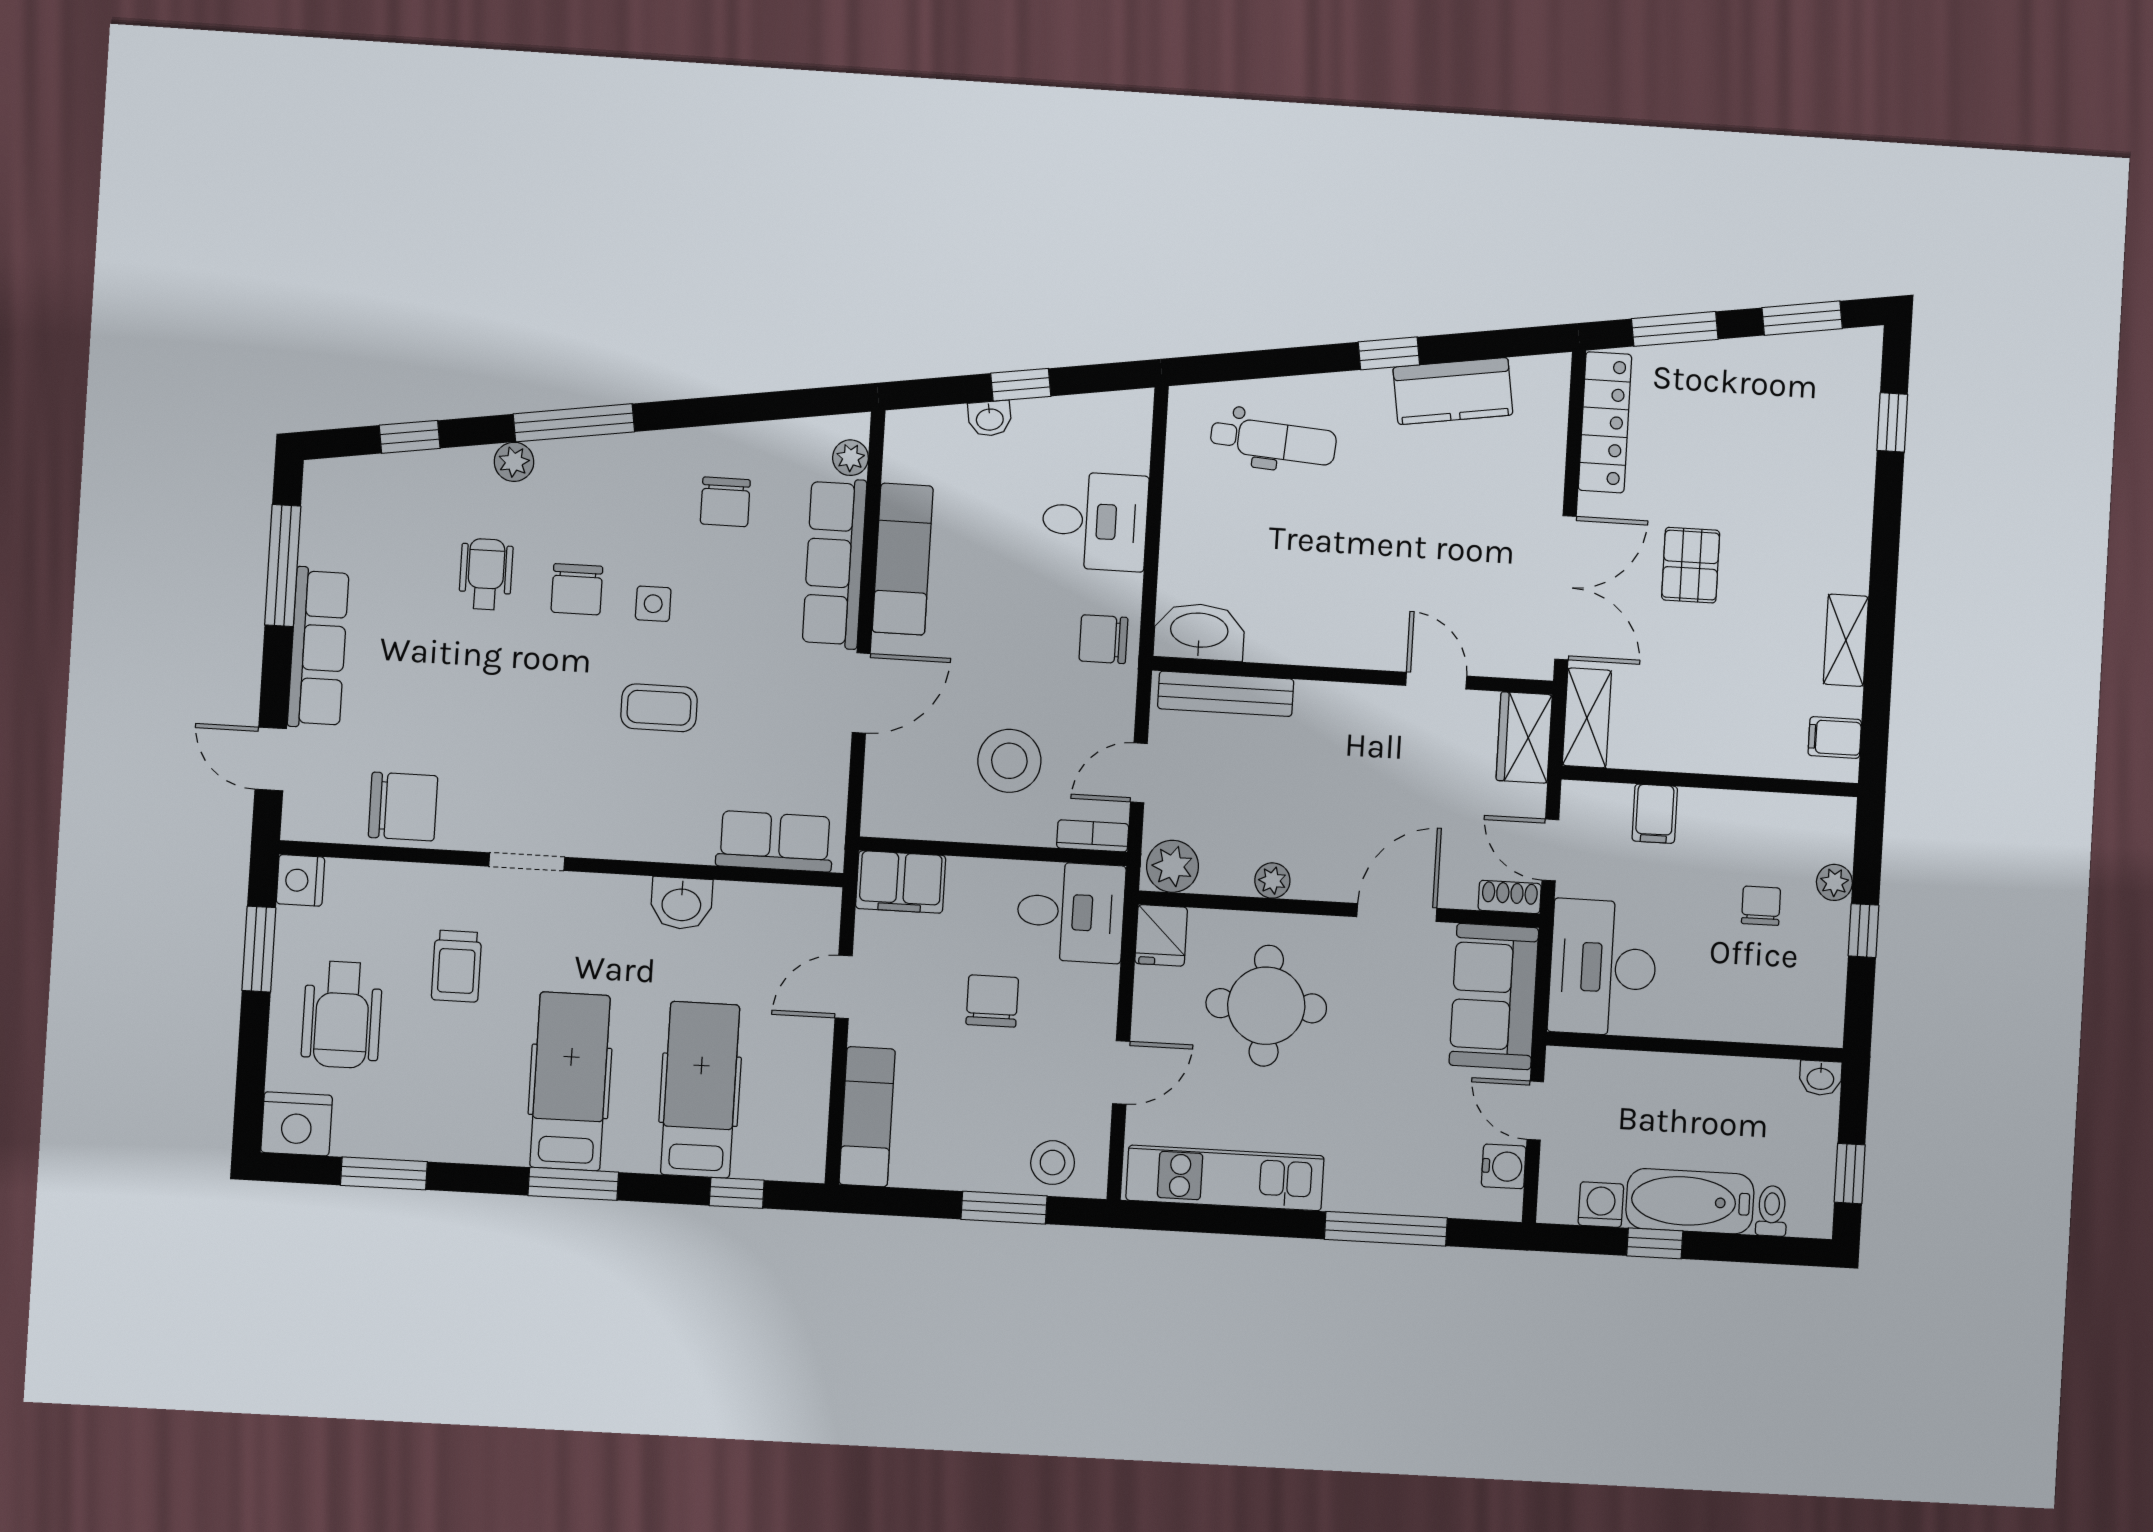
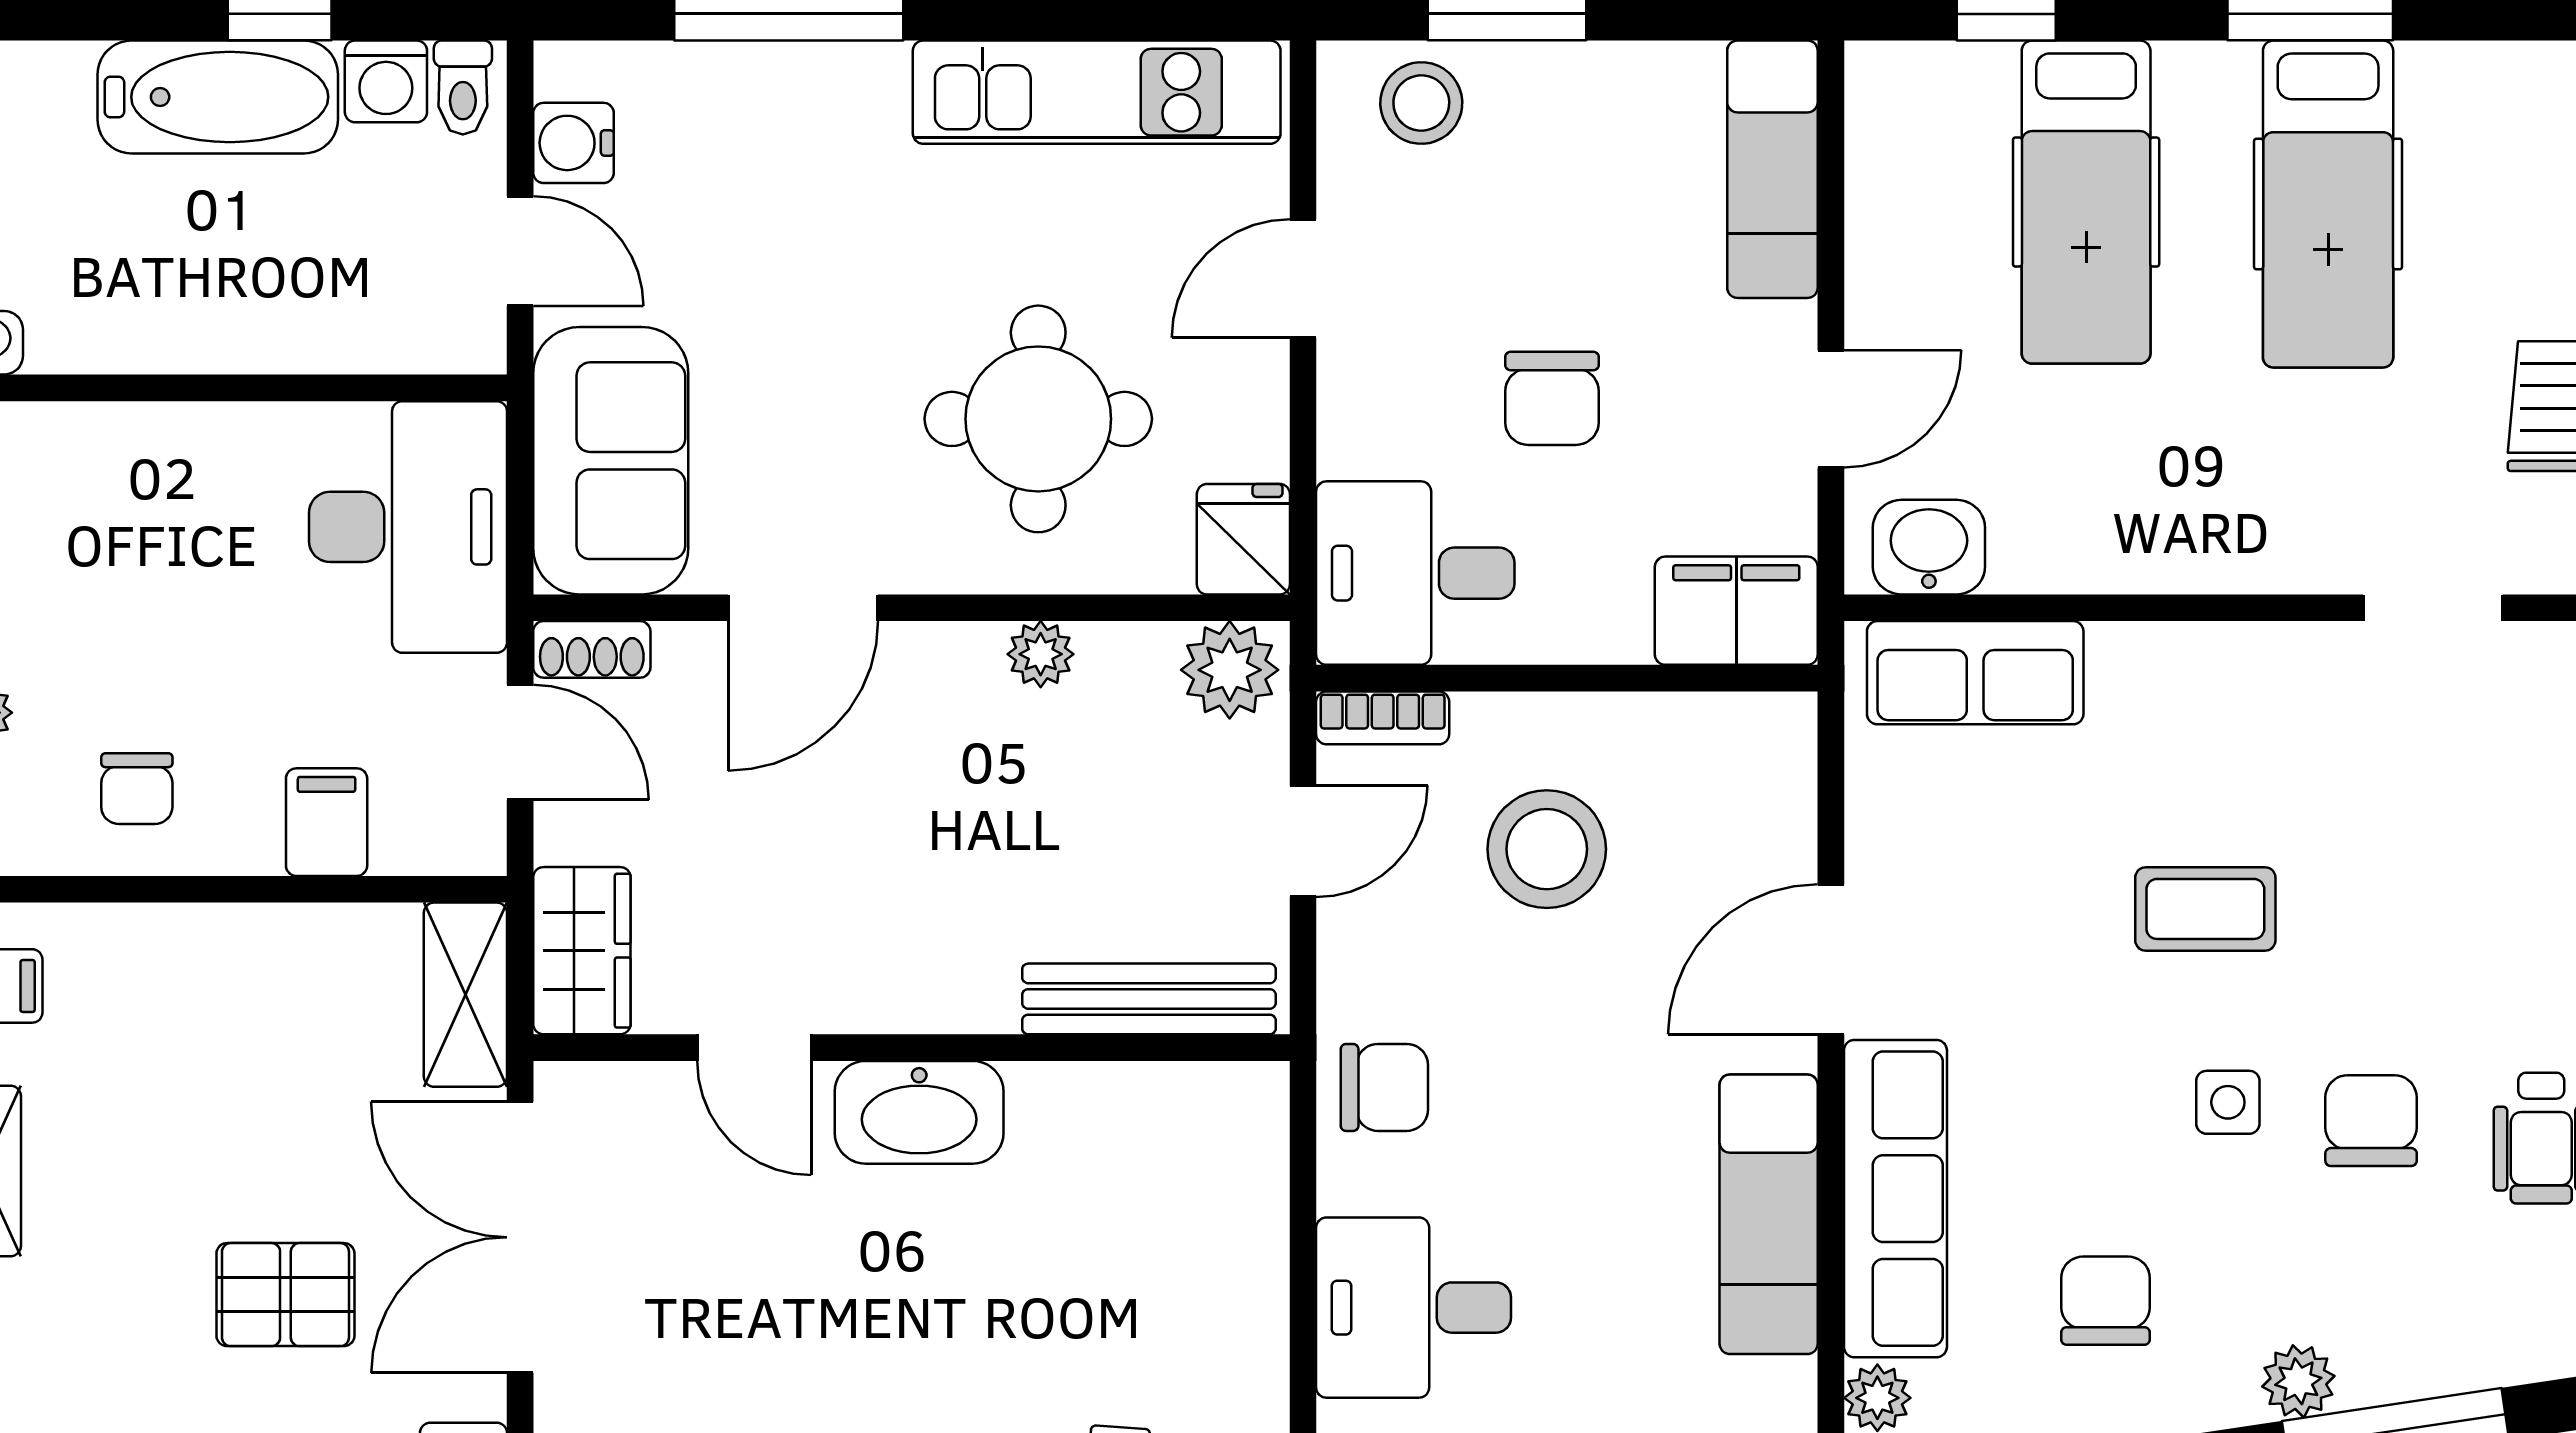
plant: (514, 462) -> (2298, 1381), moved
pallet: (1691, 565) -> (285, 1295), turned 90
washbasin: (1199, 632) -> (919, 1112), moved
washbasin: (681, 903) -> (1929, 547), moved
chair: (1761, 906) -> (137, 789), moved
toilet: (1772, 1211) -> (463, 87), moved

